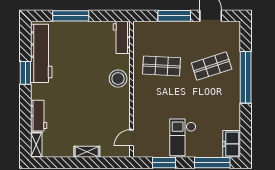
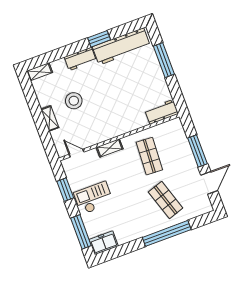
stool: (118, 79) -> (74, 101), moved
shelving: (139, 103) -> (110, 148), added
workbench: (39, 116) -> (80, 59), moved

